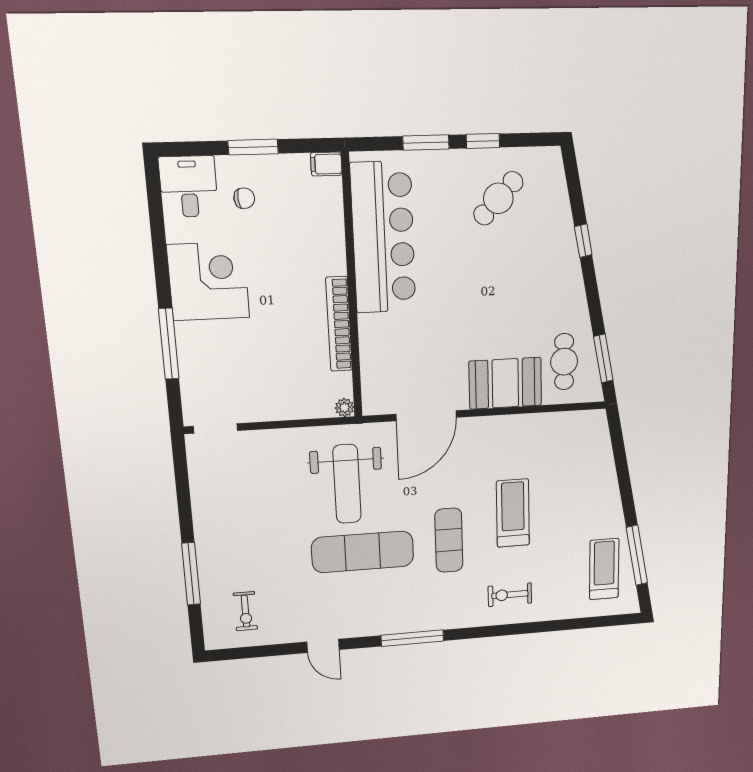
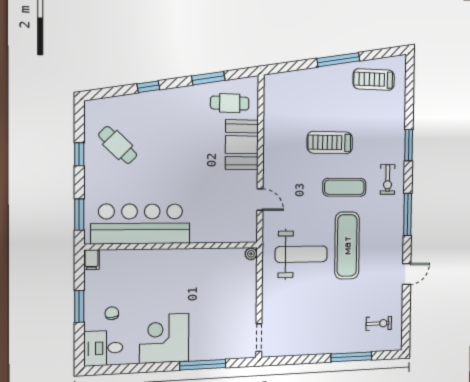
window: (426, 142) -> (79, 215), moved
bookcase: (339, 324) -> (196, 255), removed
window: (603, 359) -> (208, 78), moved
door: (426, 416) -> (260, 200), width x0.53
window: (637, 555) -> (338, 60), moved
exercise bike: (510, 595) -> (388, 179), moved
window: (513, 629) -> (409, 145), added

